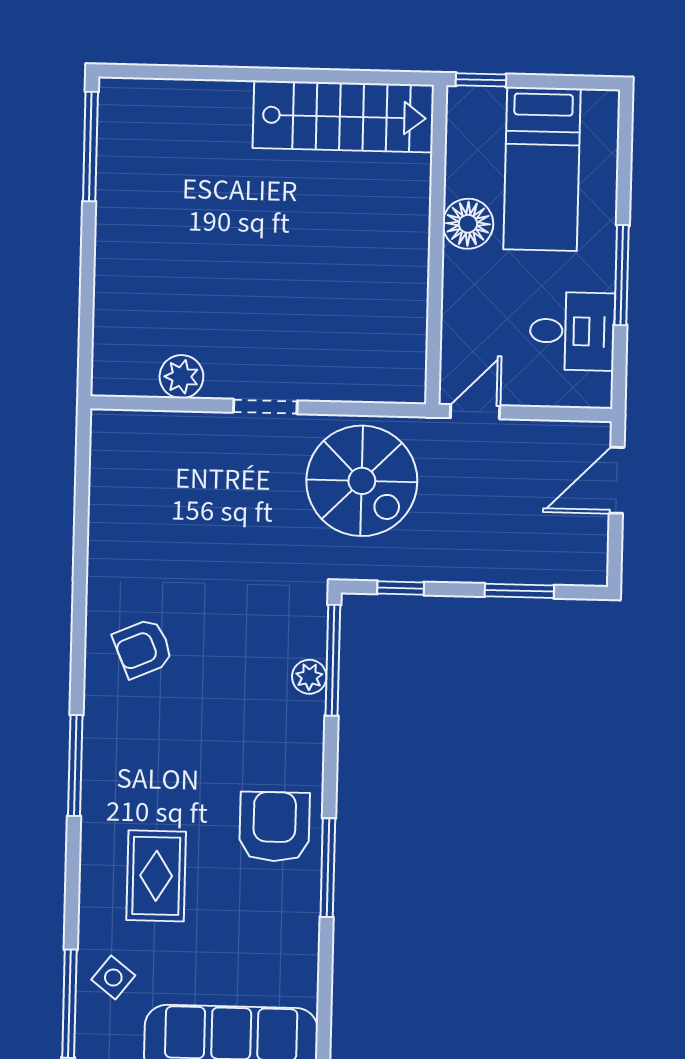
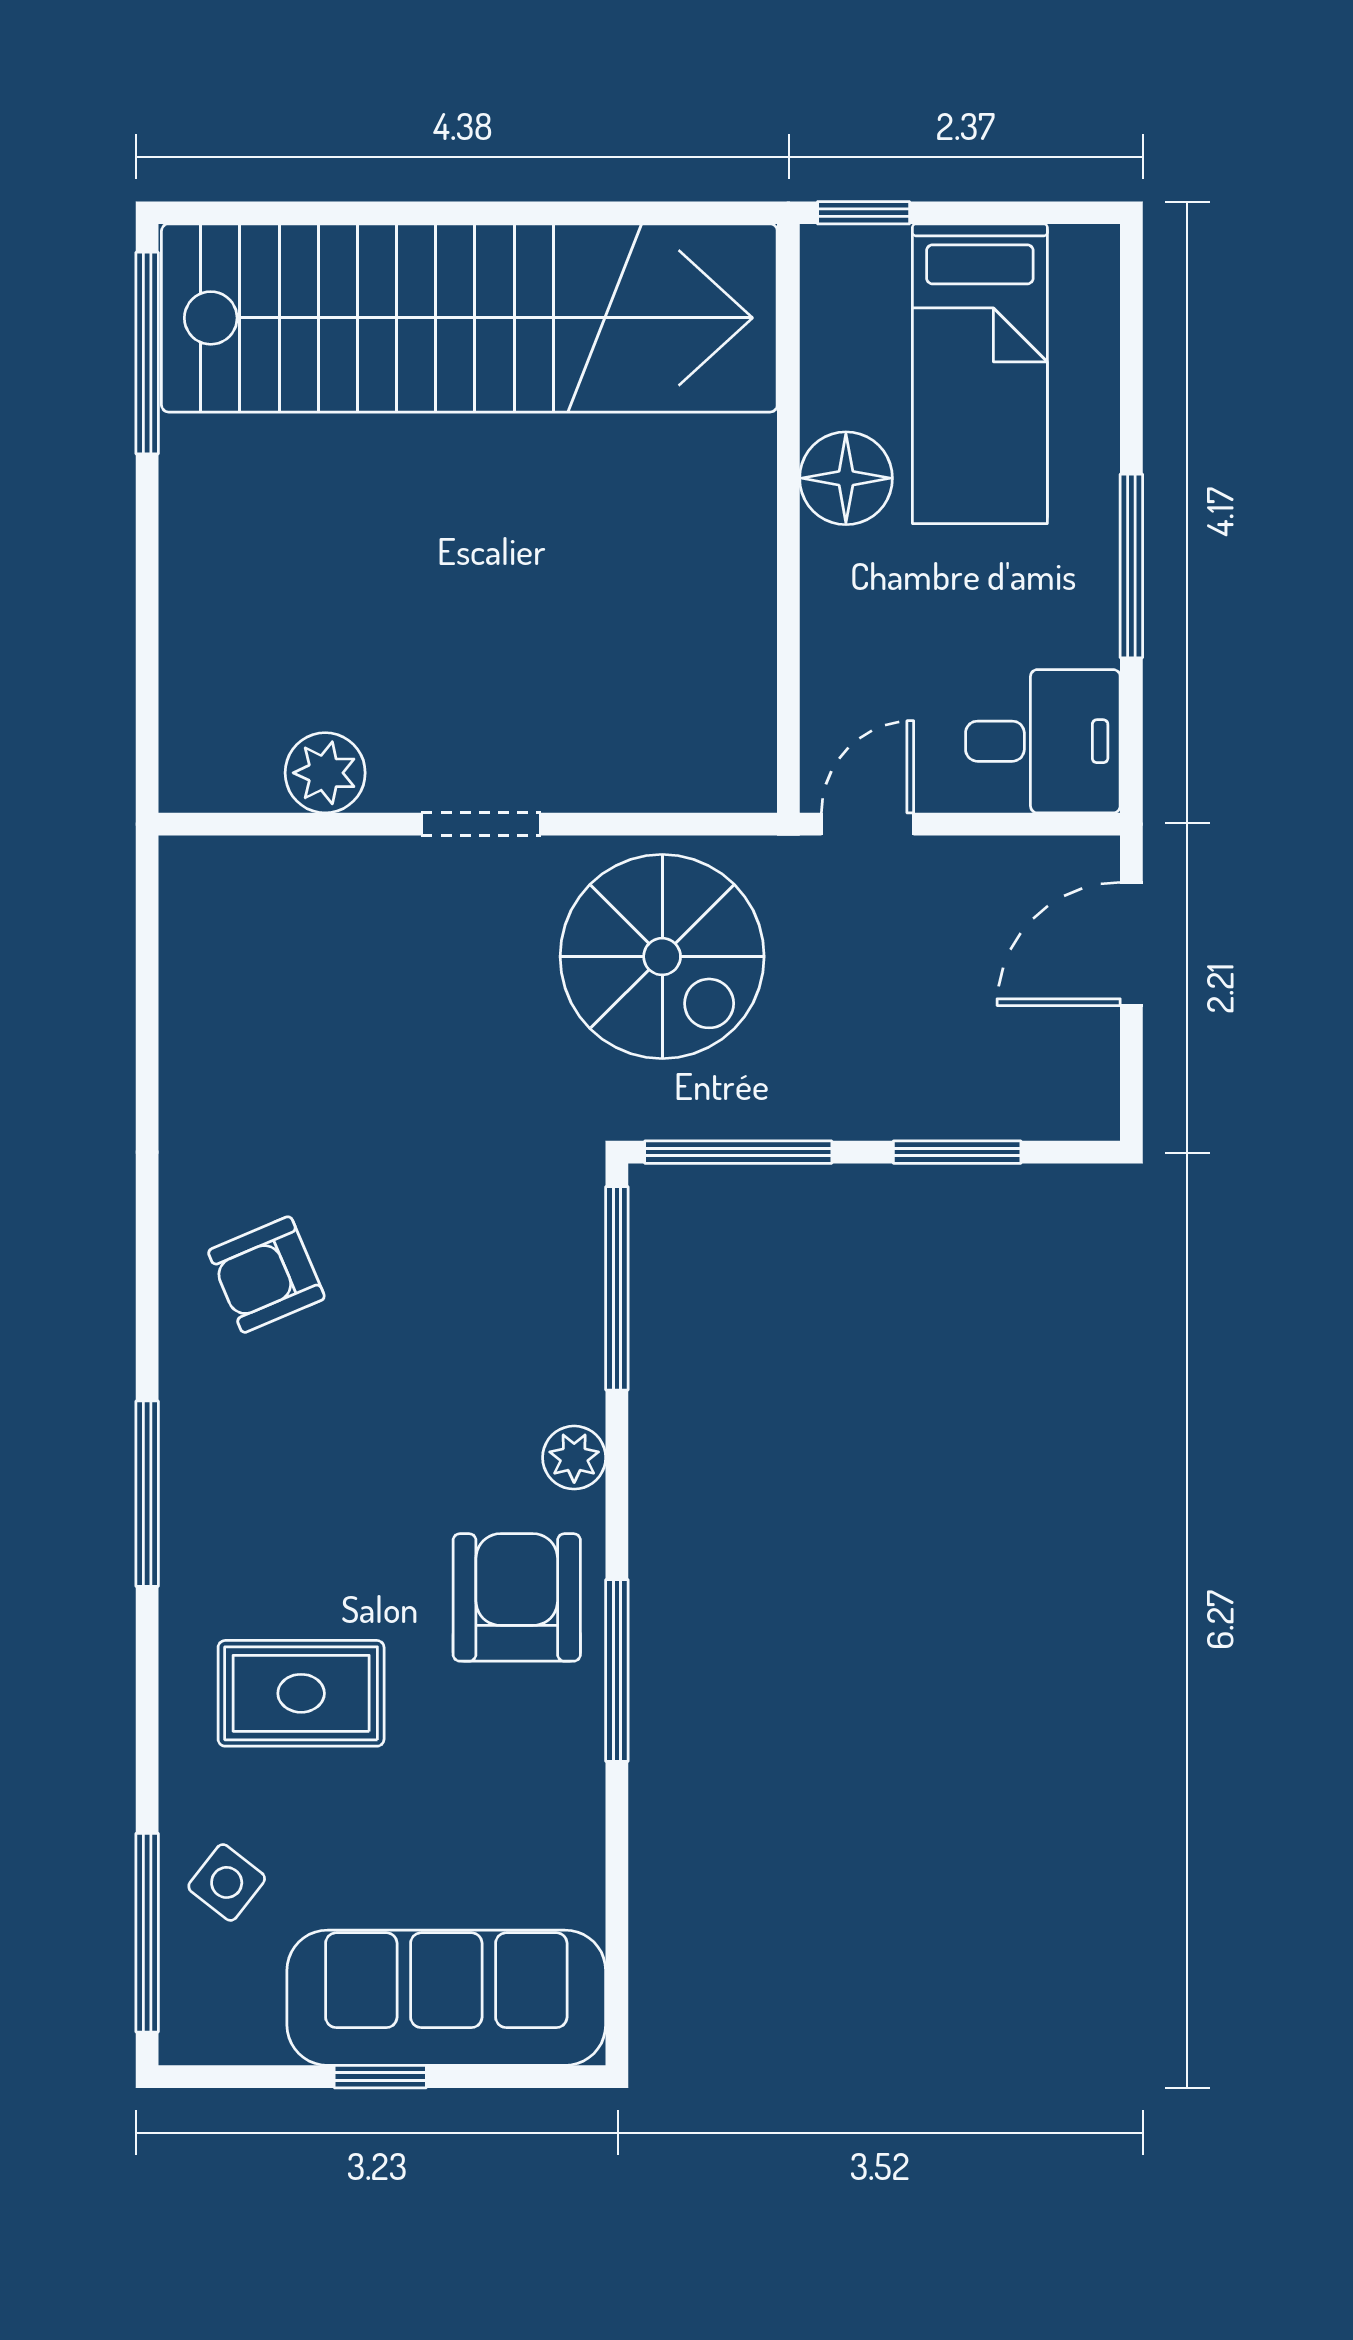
stairs: (343, 117) -> (469, 318), width x1.86, depth x1.51
desk: (572, 331) -> (1043, 741), moved
window: (401, 588) -> (738, 1152), width x2.17
plant: (309, 677) -> (574, 1458), moved
rug: (156, 876) -> (301, 1693), turned 90

